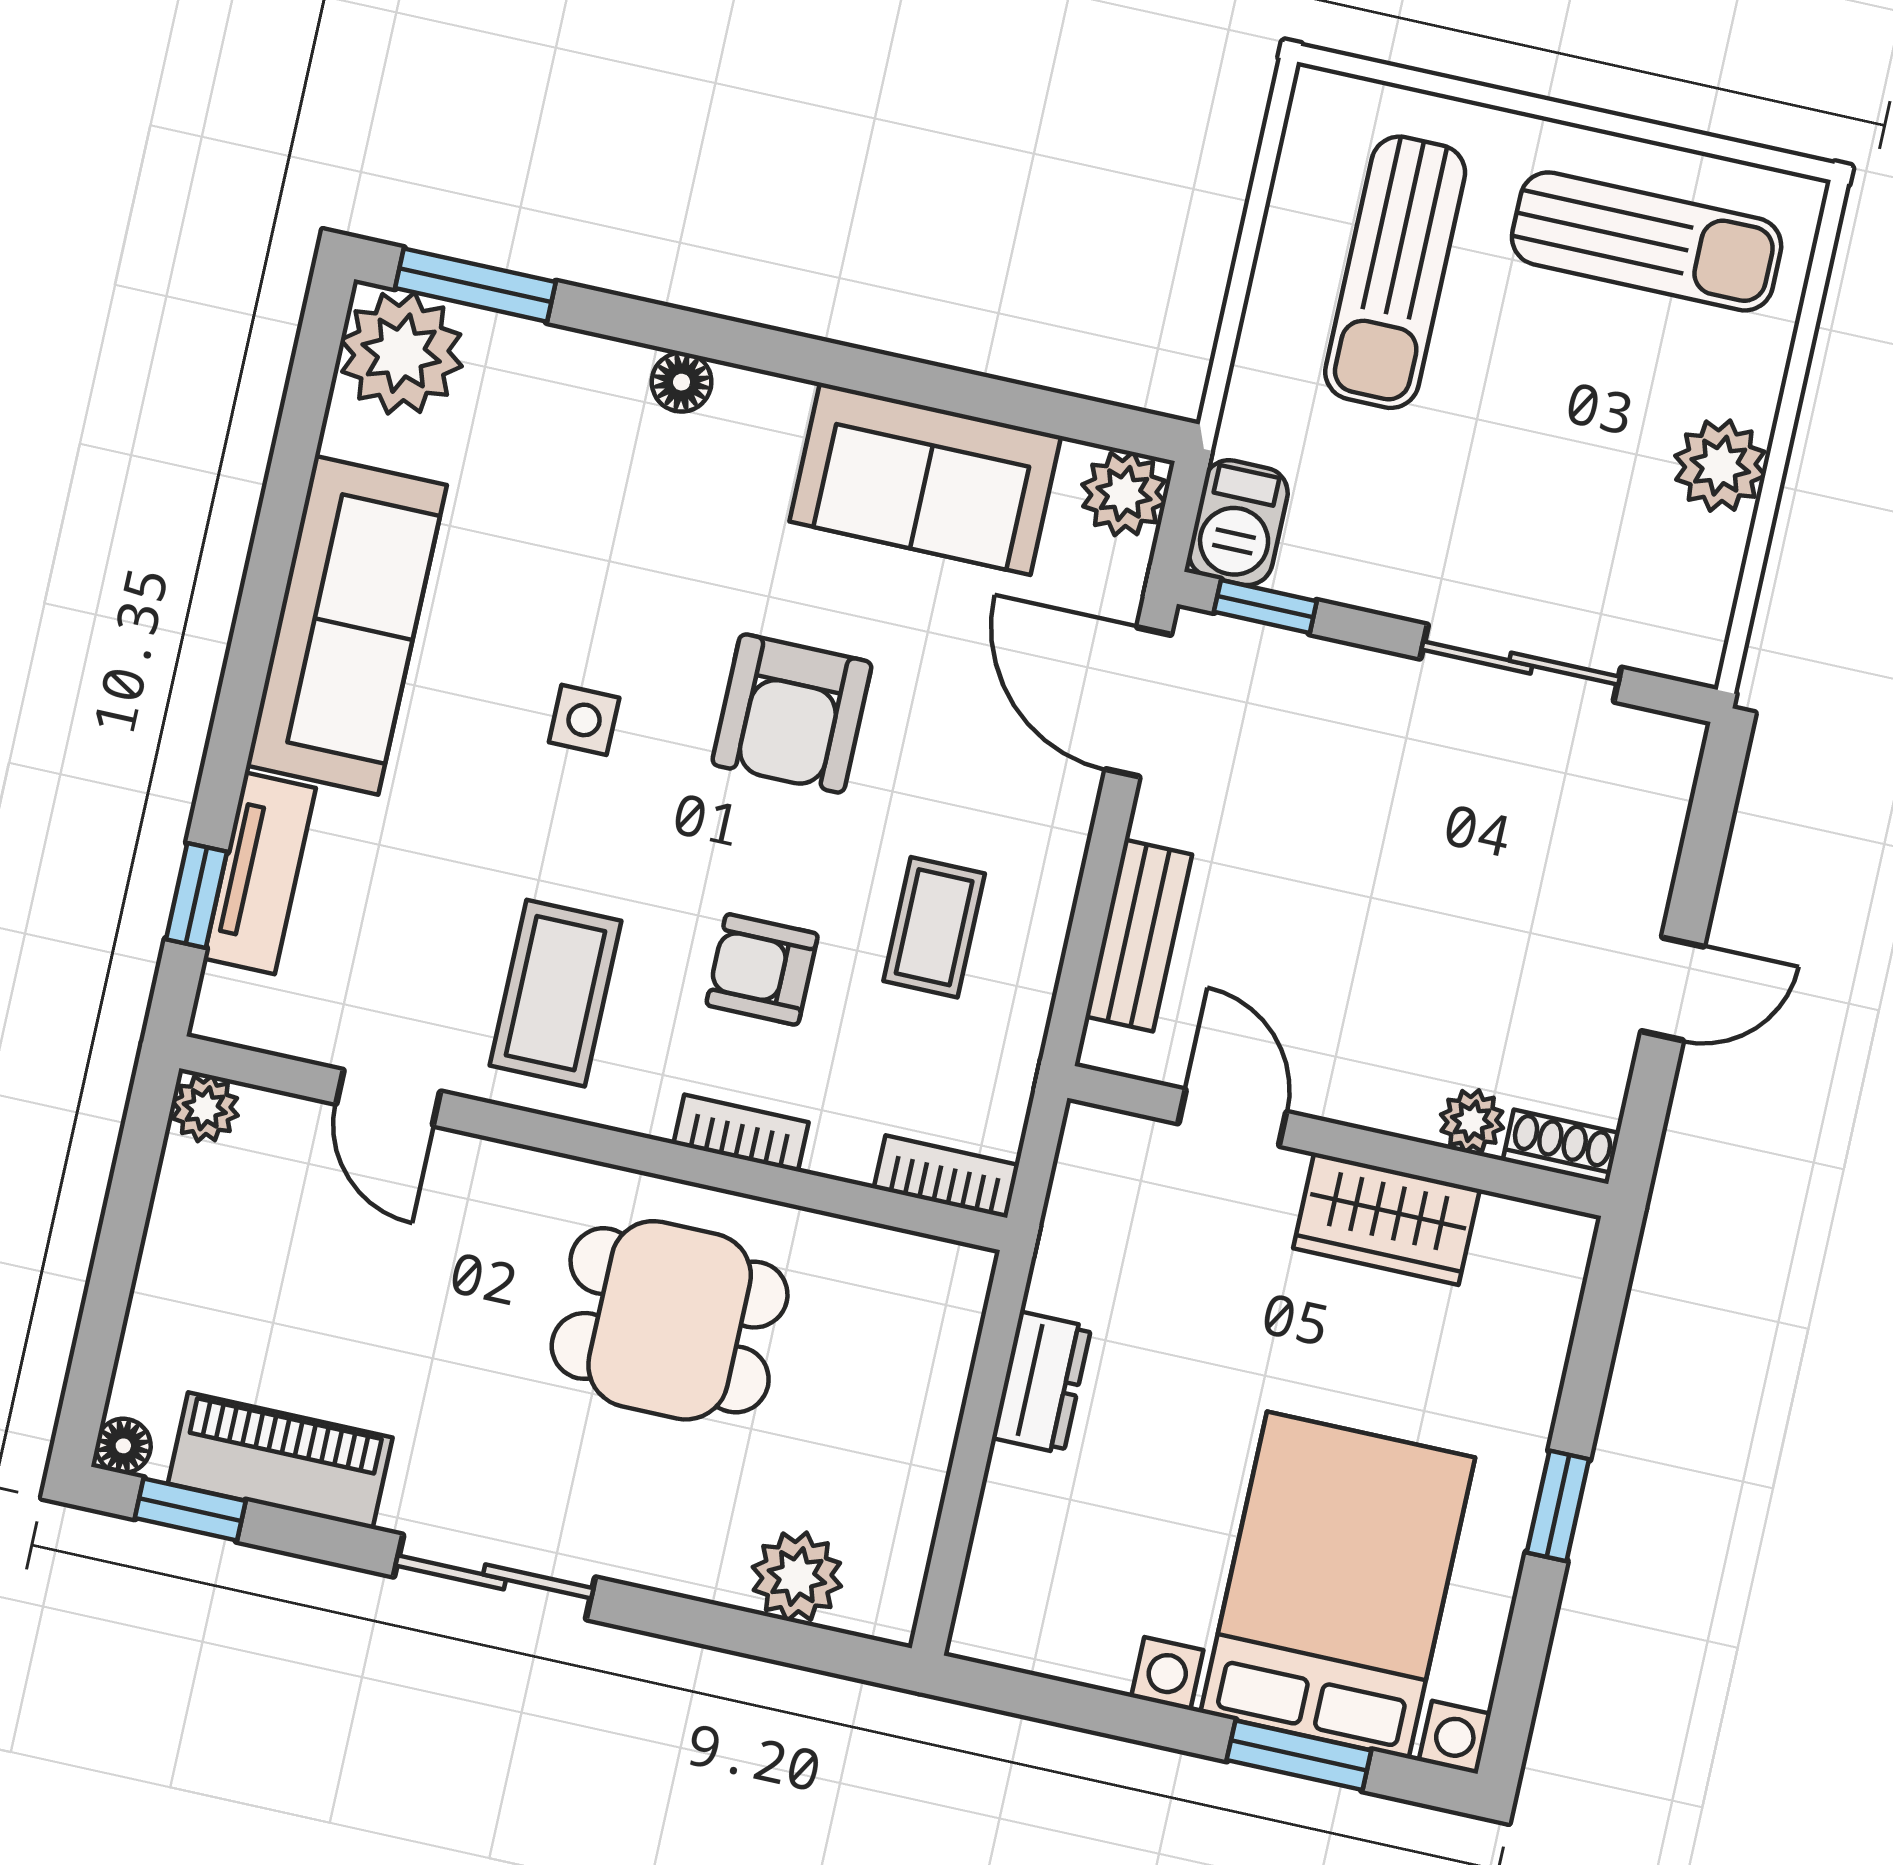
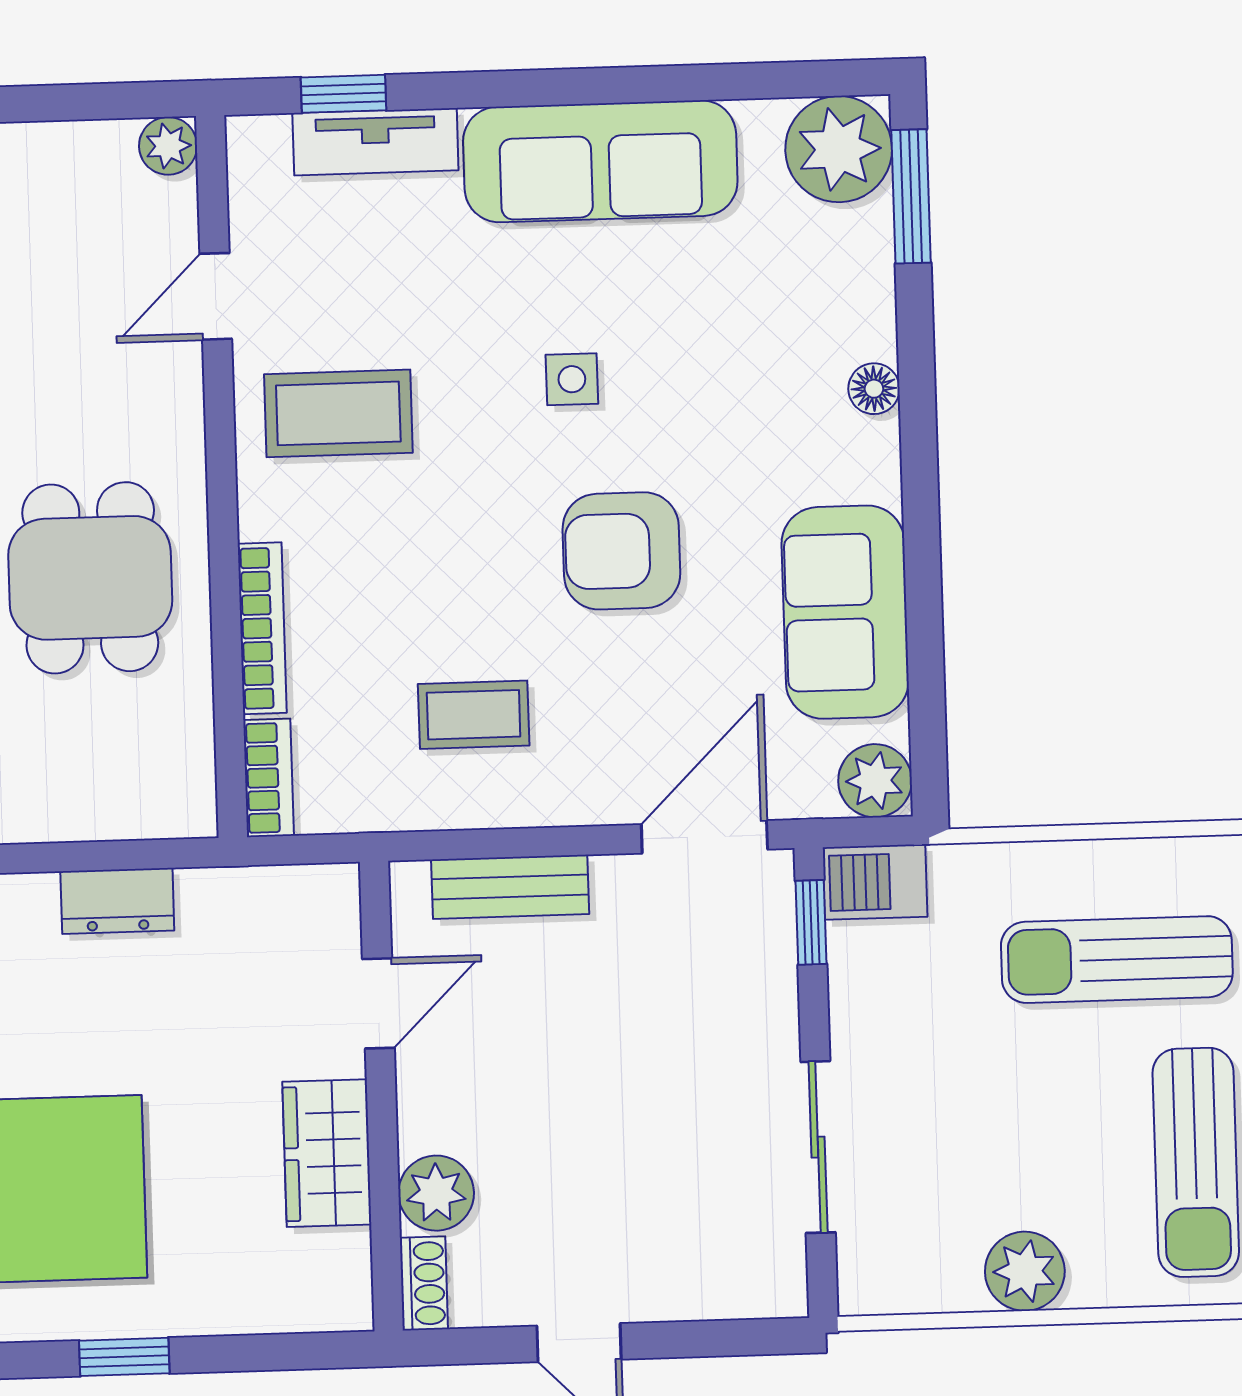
armchair: (762, 969) -> (402, 580), removed
plant: (1472, 1121) -> (436, 1193), width x1.38, depth x1.38
bookcase: (741, 1133) -> (262, 628), width x1.56

